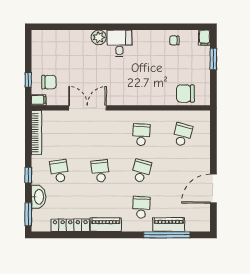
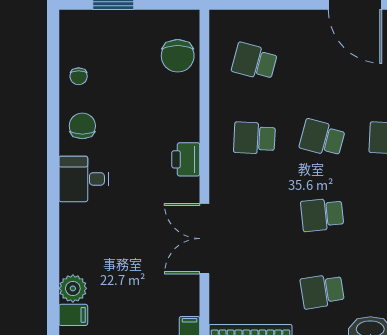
plant: (99, 37) -> (73, 288), moved
filing cabinet: (204, 38) -> (73, 315), moved
chair: (49, 82) -> (82, 126), moved
printer: (130, 98) -> (186, 159), added

